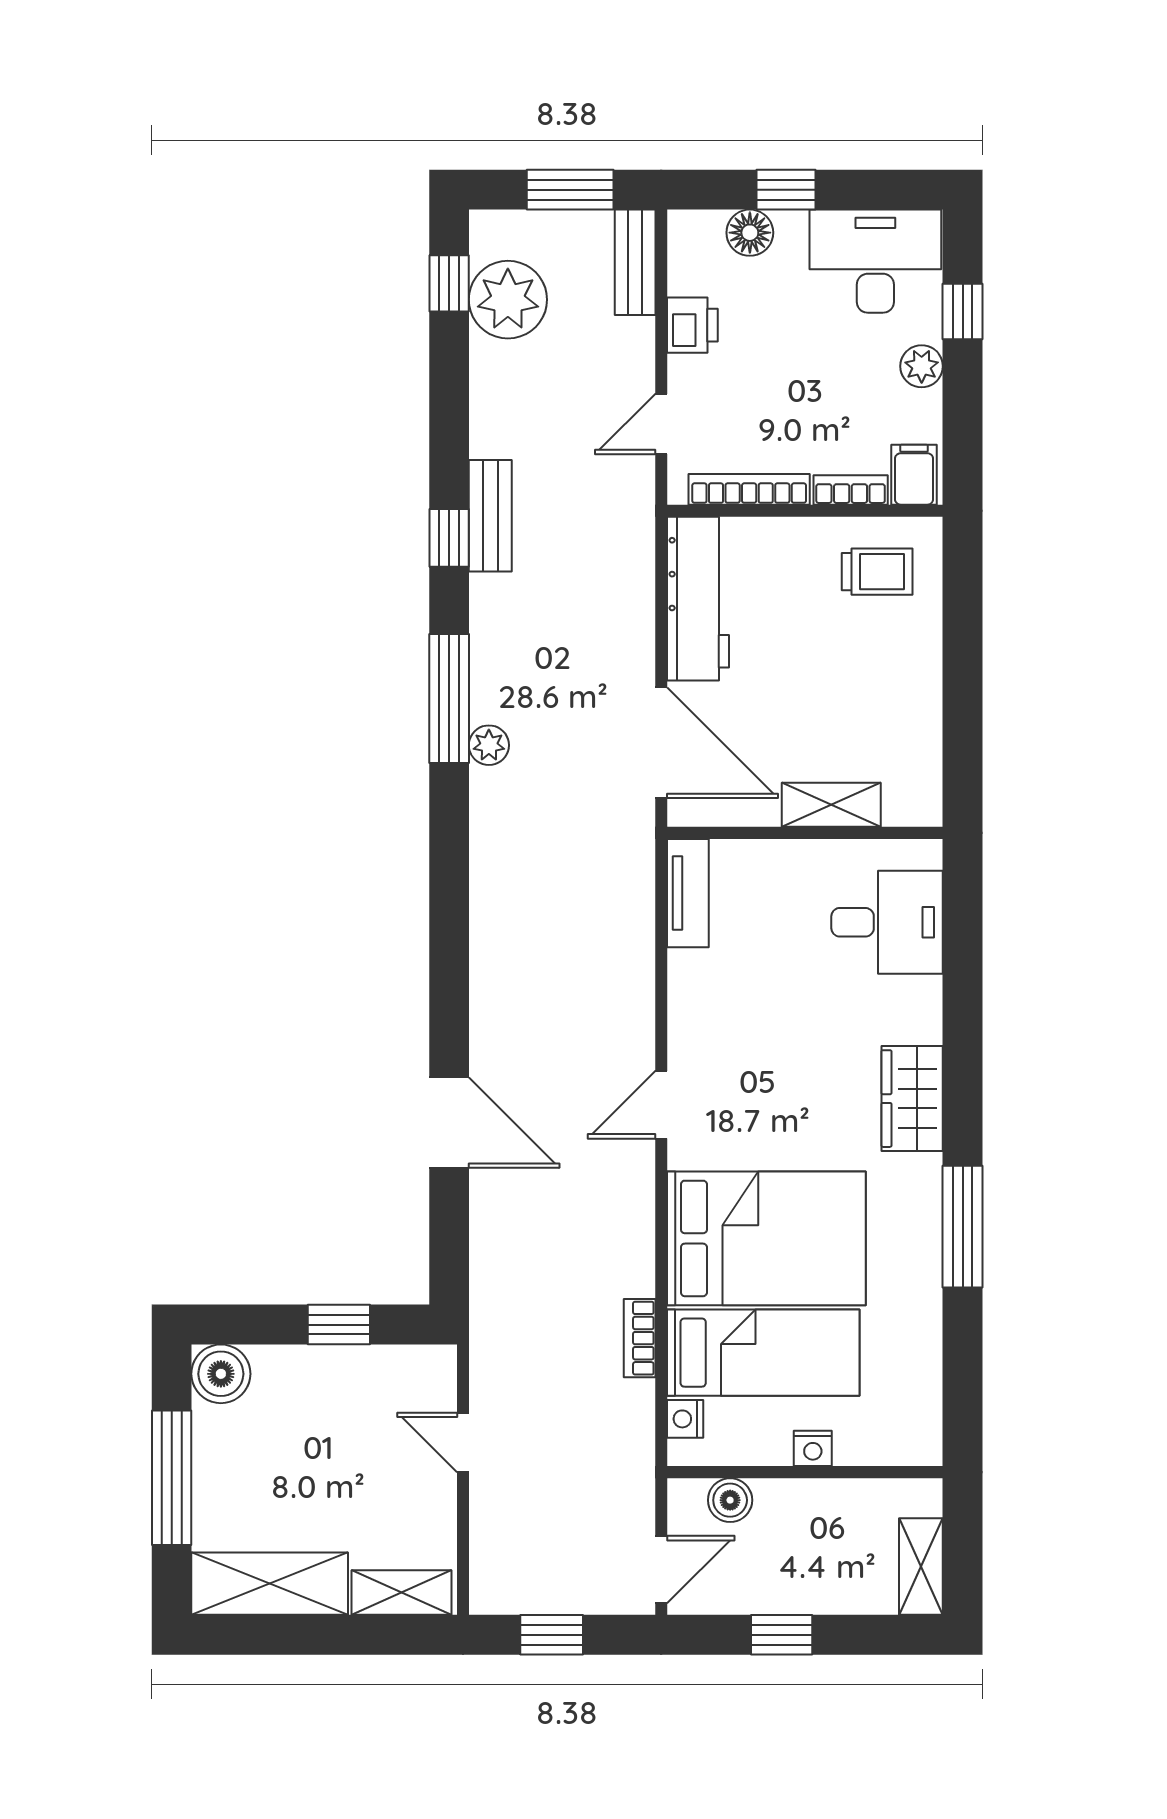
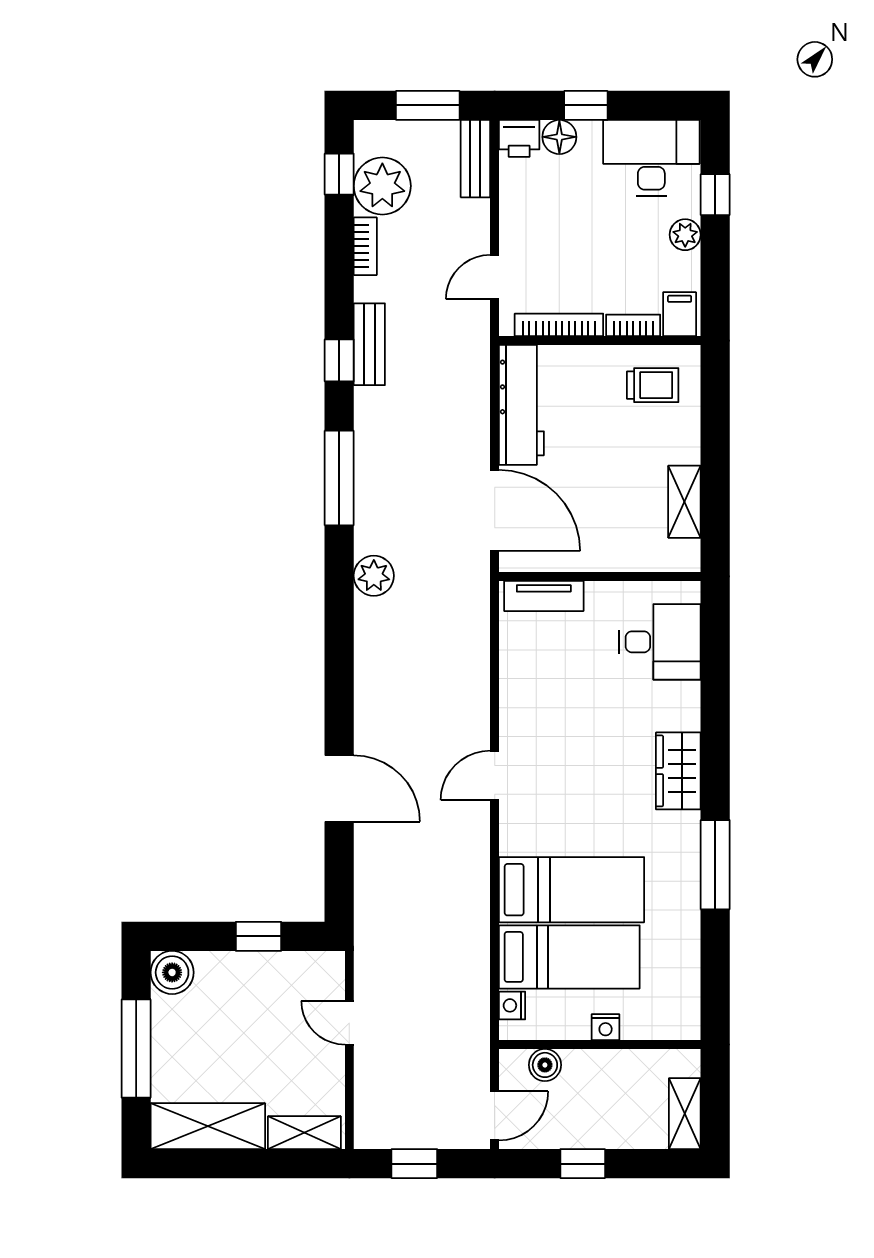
printer: (692, 325) -> (519, 138), moved, turned 90
plant: (489, 745) -> (374, 576), moved, width x1.38, depth x1.38
shelving: (831, 805) -> (684, 502), moved, turned 90
tv unit: (688, 893) -> (544, 596), moved, turned 90
bed: (766, 1238) -> (572, 890), width x0.67
bookcase: (640, 1338) -> (365, 246), moved, turned 180

